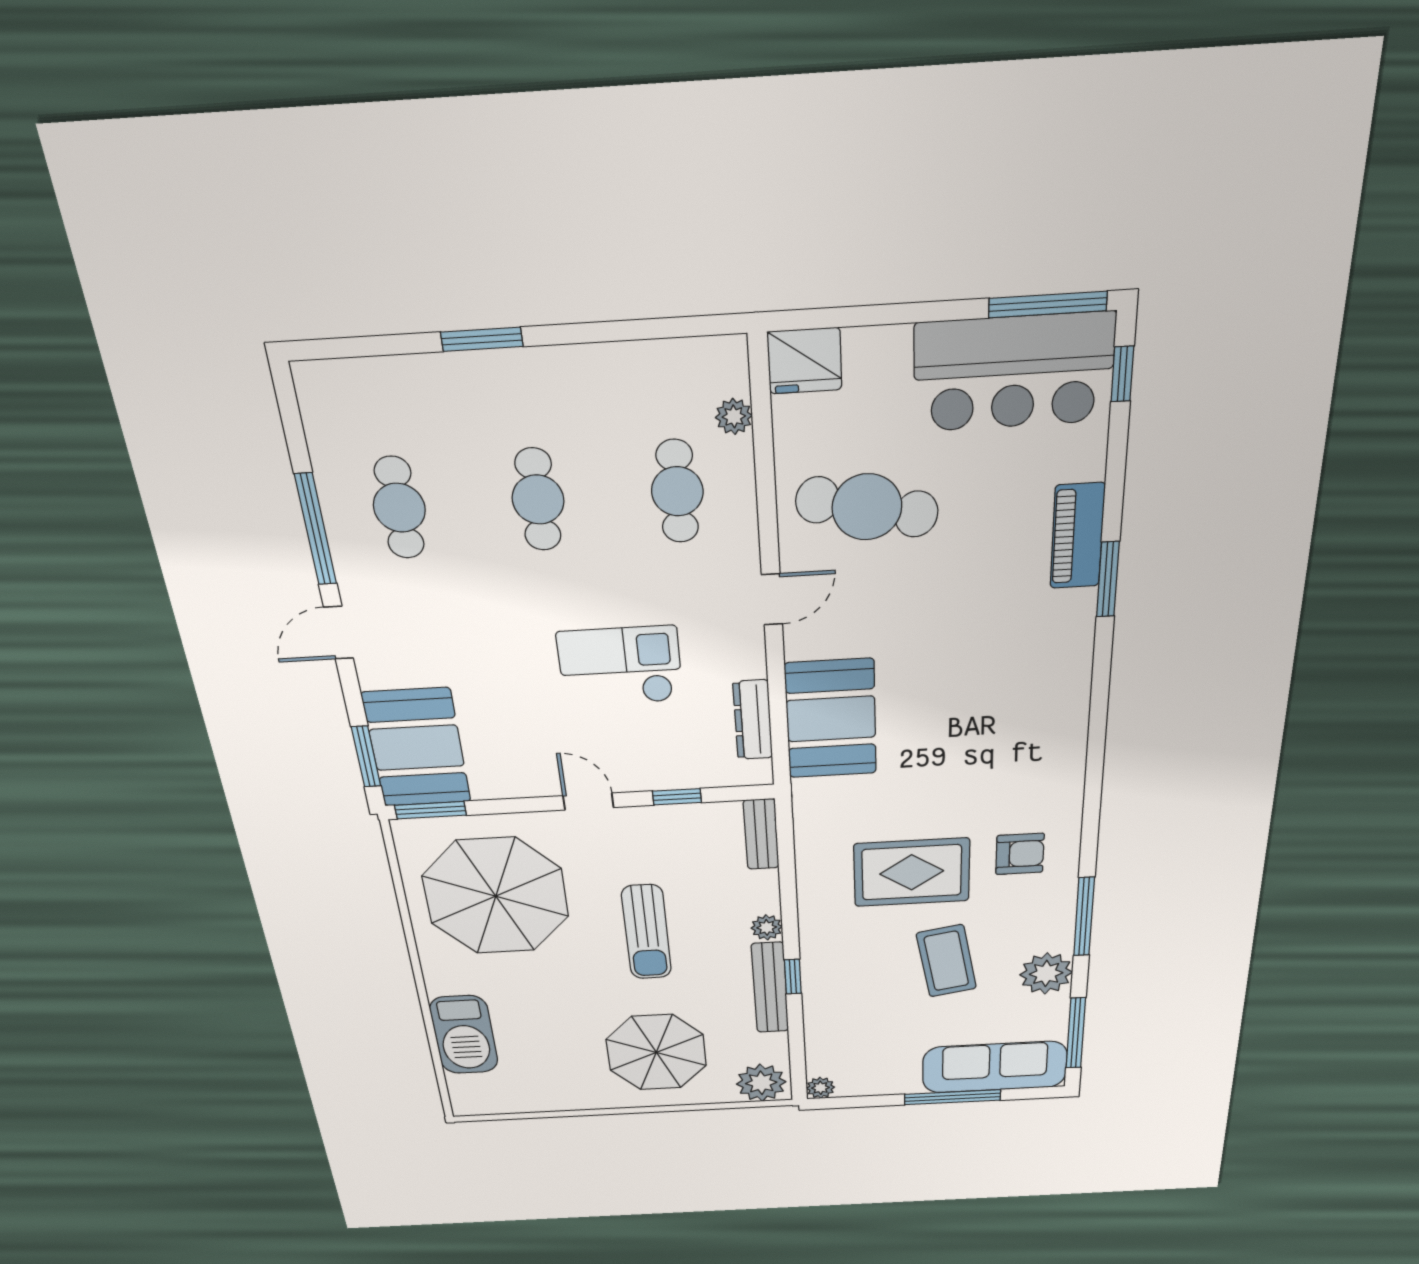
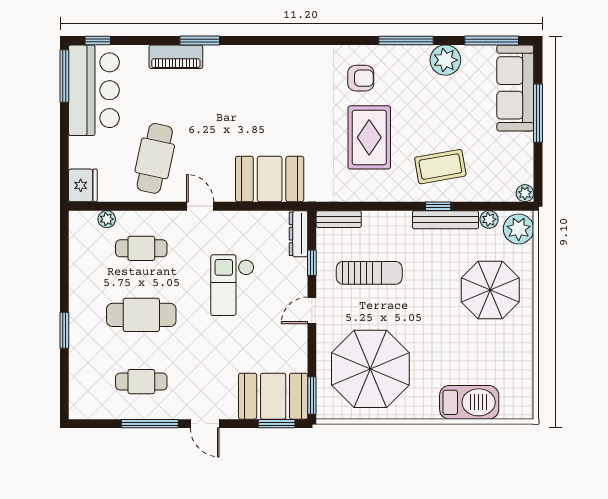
cafe table: (538, 500) -> (141, 315), width x1.37, depth x1.35
dresser: (753, 720) -> (299, 234), moved, turned 90
armchair: (1020, 854) -> (361, 78), turned 90
plant: (767, 927) -> (489, 219), moved
sun lounger: (647, 932) -> (369, 273), moved
coffee table: (946, 961) -> (440, 167), moved

